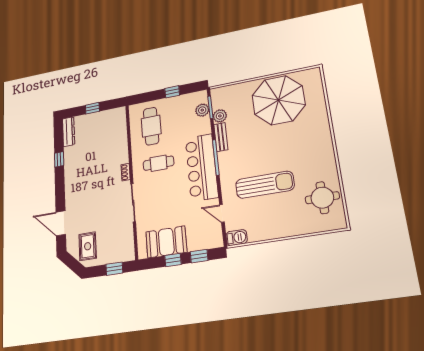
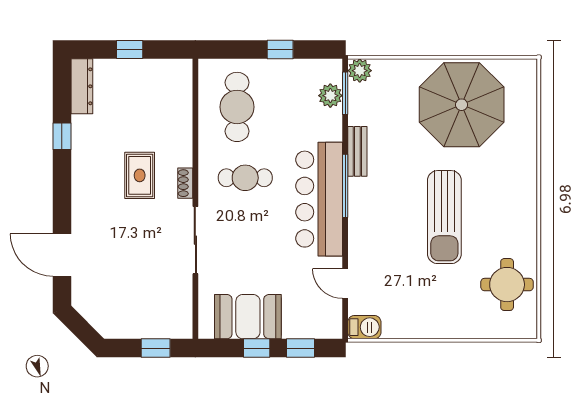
plant: (220, 116) -> (360, 71), moved
sun lounger: (265, 185) -> (444, 217), moved, turned 90
rug: (88, 246) -> (140, 175), moved

